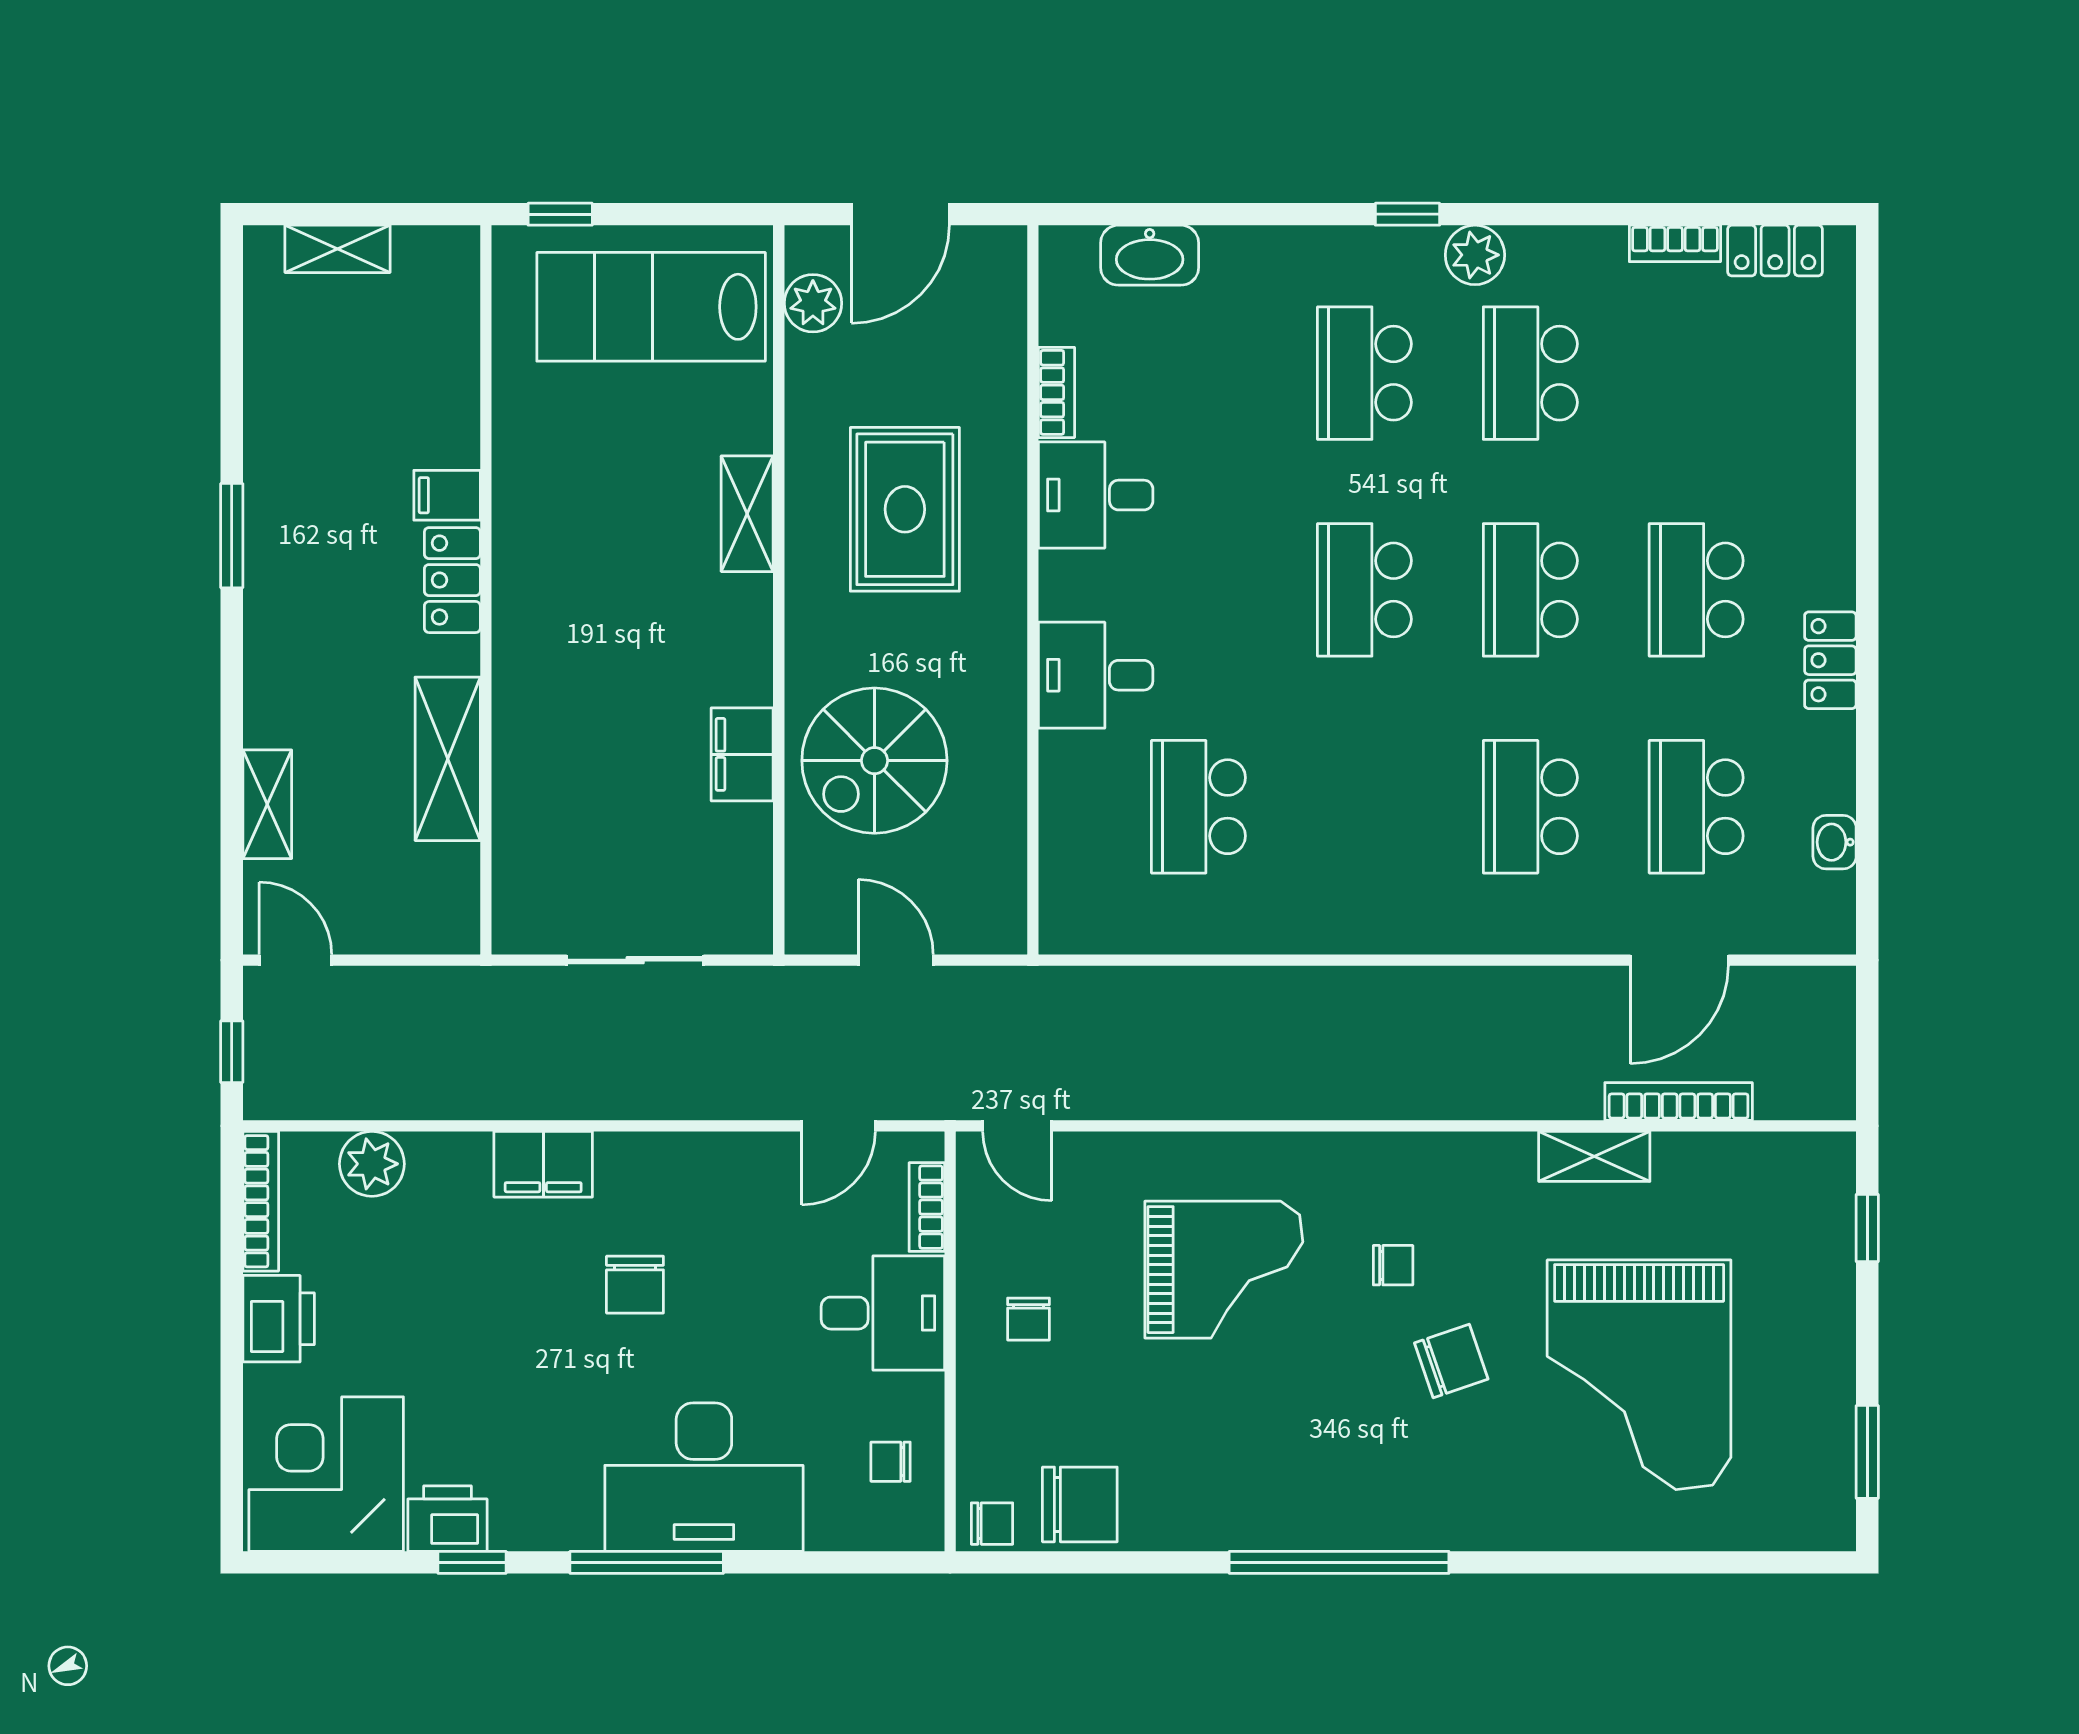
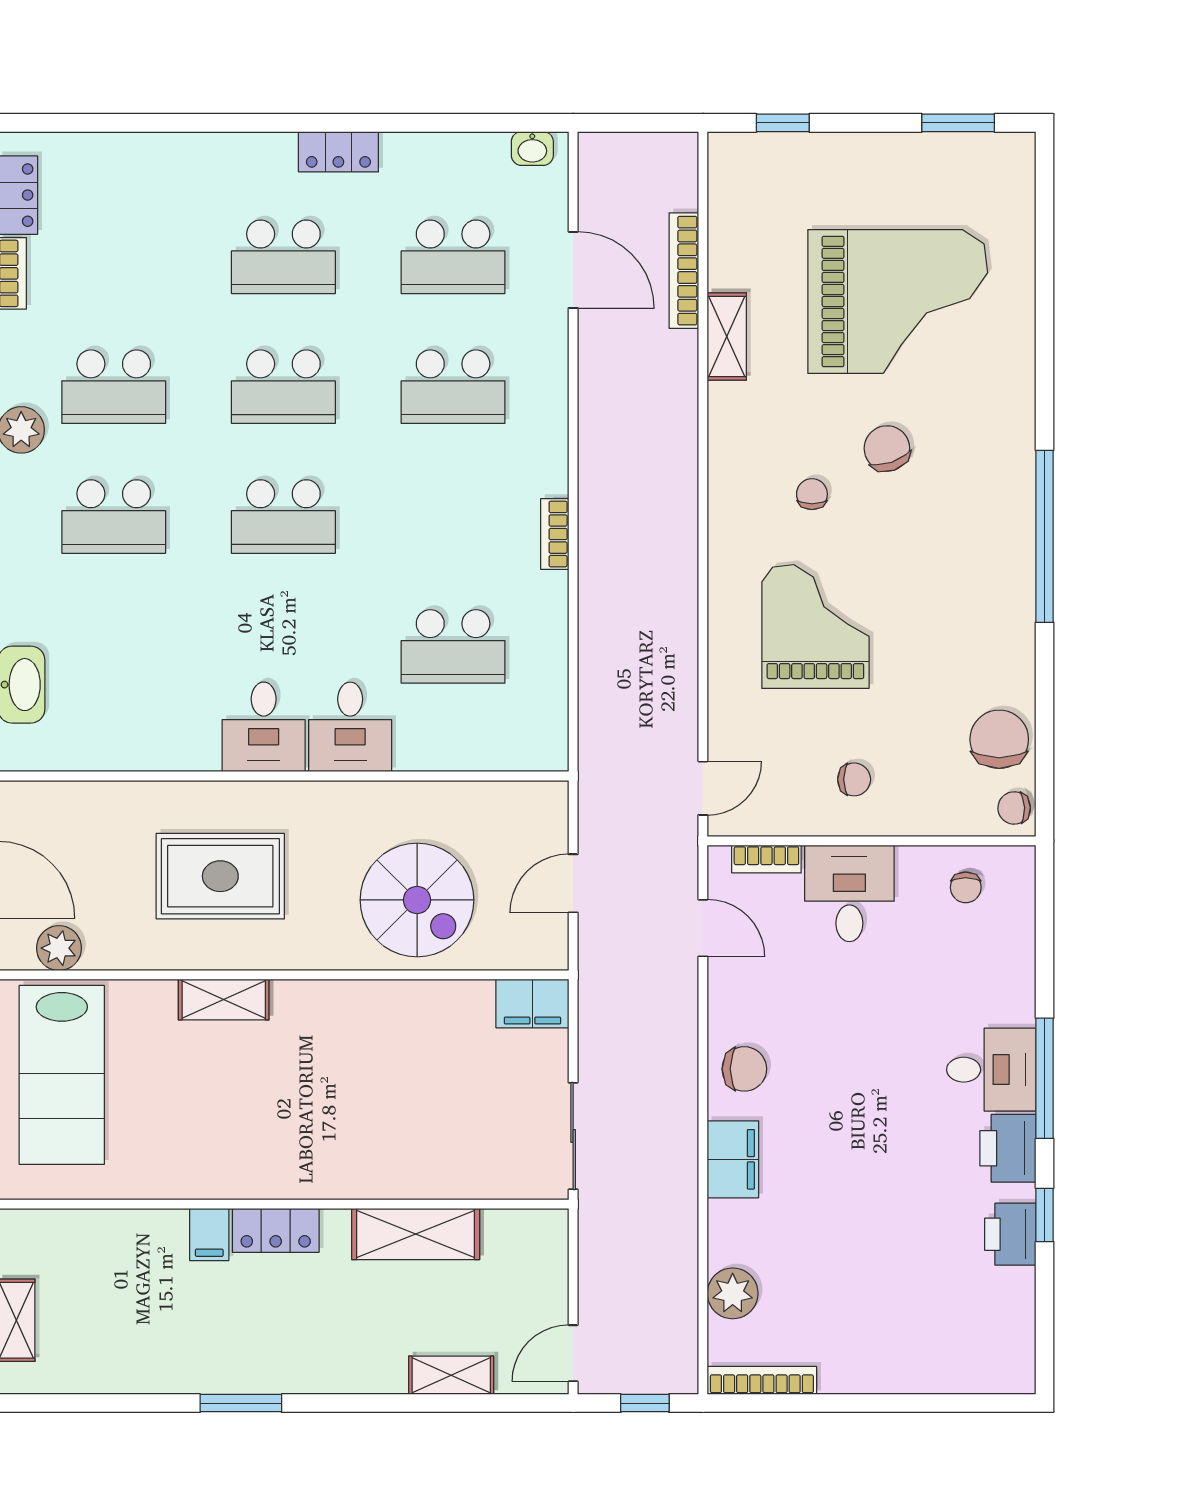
bookcase: (1057, 392) -> (555, 534), moved, turned -90
desk: (1096, 495) -> (264, 727), moved
filing cabinet: (742, 754) -> (532, 1004), moved
washbasin: (1835, 842) -> (532, 148), moved
sliding door: (635, 960) -> (573, 1136), moved
chair: (635, 1285) -> (744, 1069), moved
printer: (279, 1319) -> (1008, 1148), moved, turned -90
corner desk: (326, 1474) -> (975, 1329), removed
desk: (704, 1477) -> (991, 1070), width x0.53, depth x0.77
chair: (992, 1524) -> (1014, 808), turned -92

